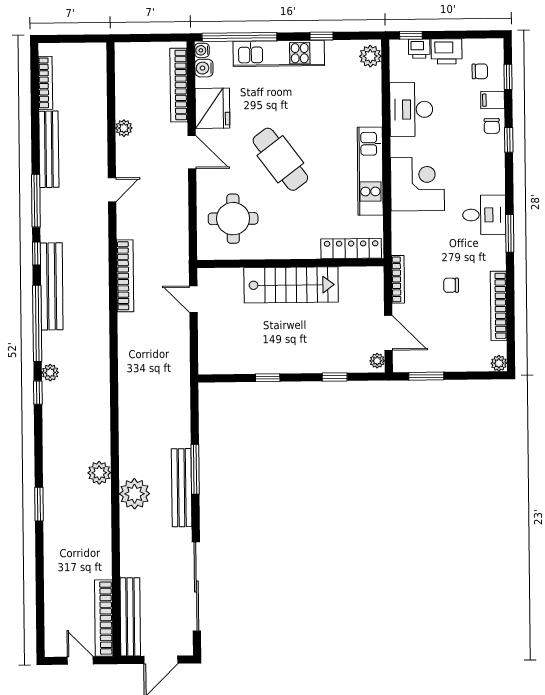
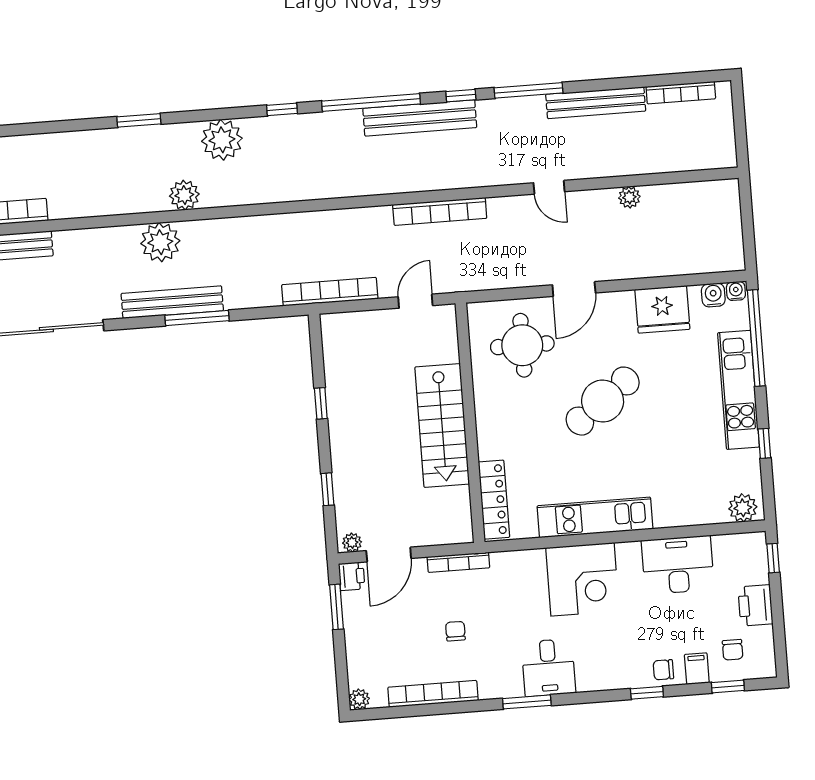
printer: (419, 49) -> (352, 576), moved, turned 180
bookcase: (179, 85) -> (330, 292), moved
door: (192, 152) -> (574, 289), moved
plant: (50, 373) -> (222, 140), moved, width x1.87, depth x1.87

